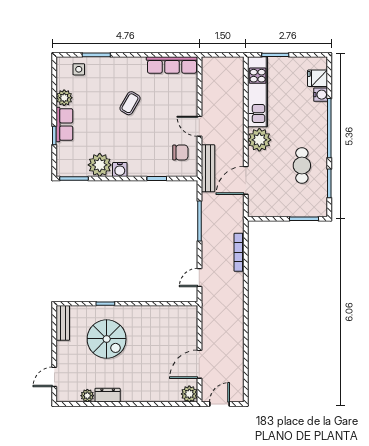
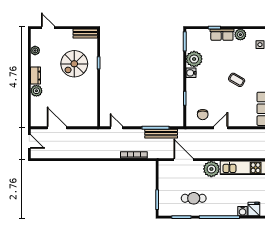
bench: (208, 168) -> (161, 134), moved
plant: (189, 394) -> (36, 91), moved
dresser: (108, 395) -> (36, 76), moved

